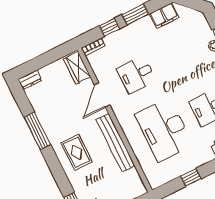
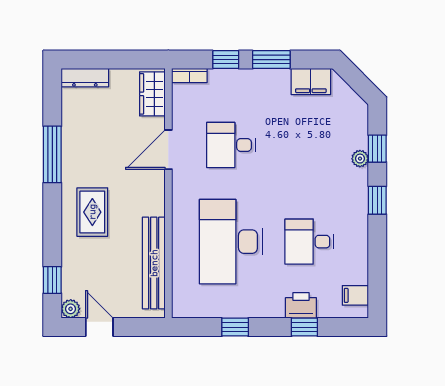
dresser: (30, 80) -> (85, 78), width x1.44
bench: (115, 143) -> (154, 263), moved

